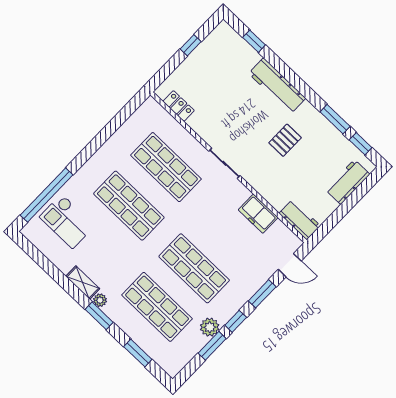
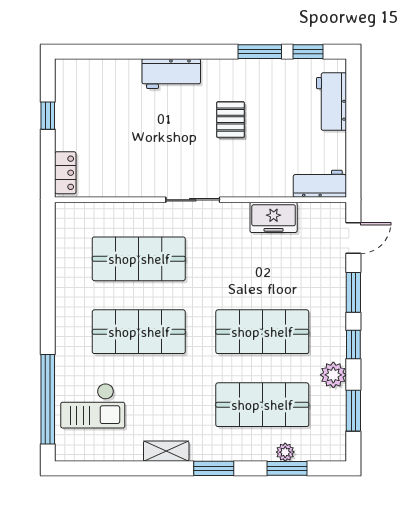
window: (254, 41) -> (106, 52), removed
workbench: (277, 86) -> (171, 74), width x0.73
locker: (179, 106) -> (65, 173), moved, turned 90
plant: (100, 300) -> (285, 452), moved
window: (212, 346) -> (353, 411), moved

